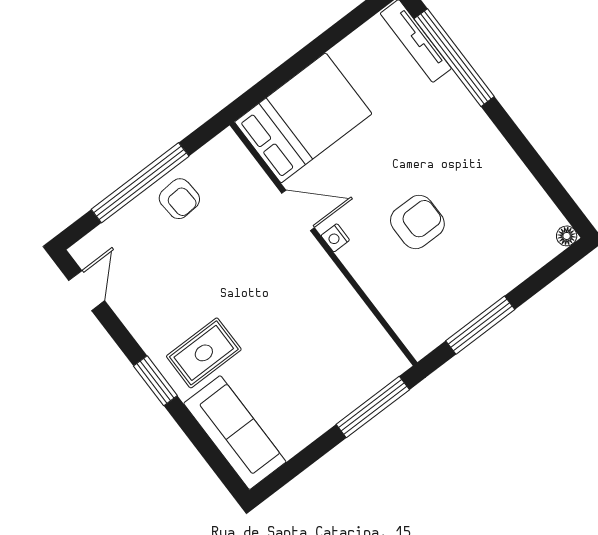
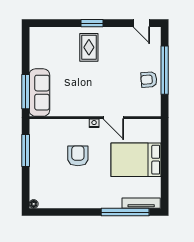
bed: (303, 118) -> (136, 160), moved, turned 90
door: (298, 210) -> (113, 118), hinge flipped
armchair: (417, 222) -> (78, 156), turned 180
sofa: (235, 433) -> (39, 93), moved, turned -90

